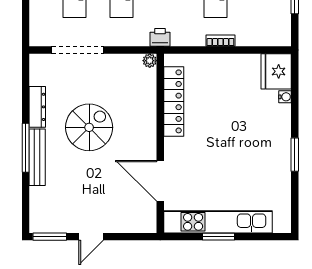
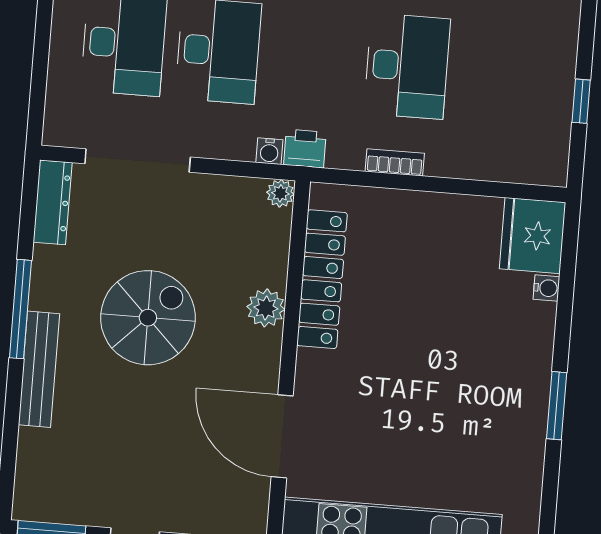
water cooler: (142, 40) -> (269, 151), added
bookcase: (220, 41) -> (395, 162), moved
dresser: (37, 107) -> (53, 202), moved
plant: (147, 118) -> (266, 308), added
window: (26, 148) -> (20, 309), moved

